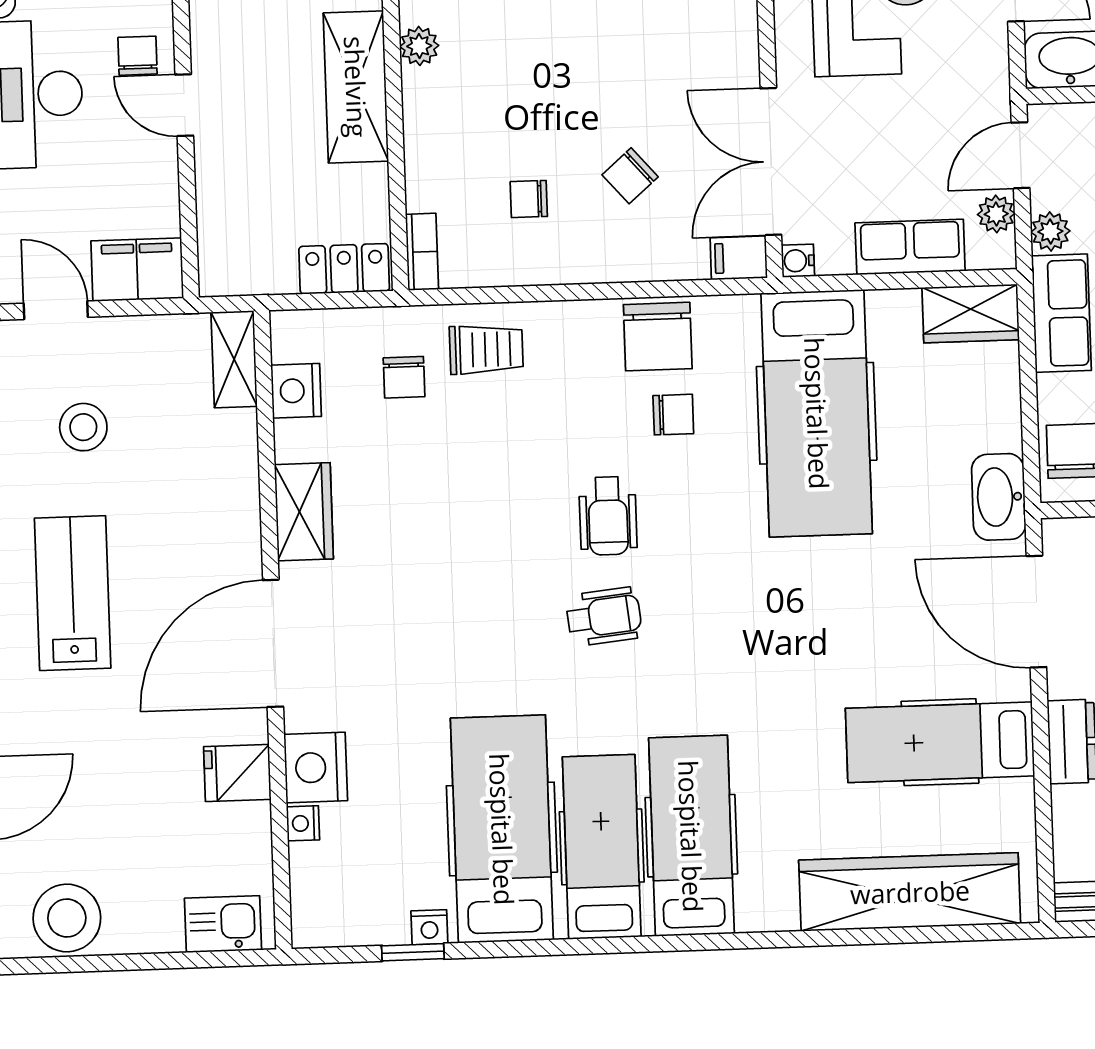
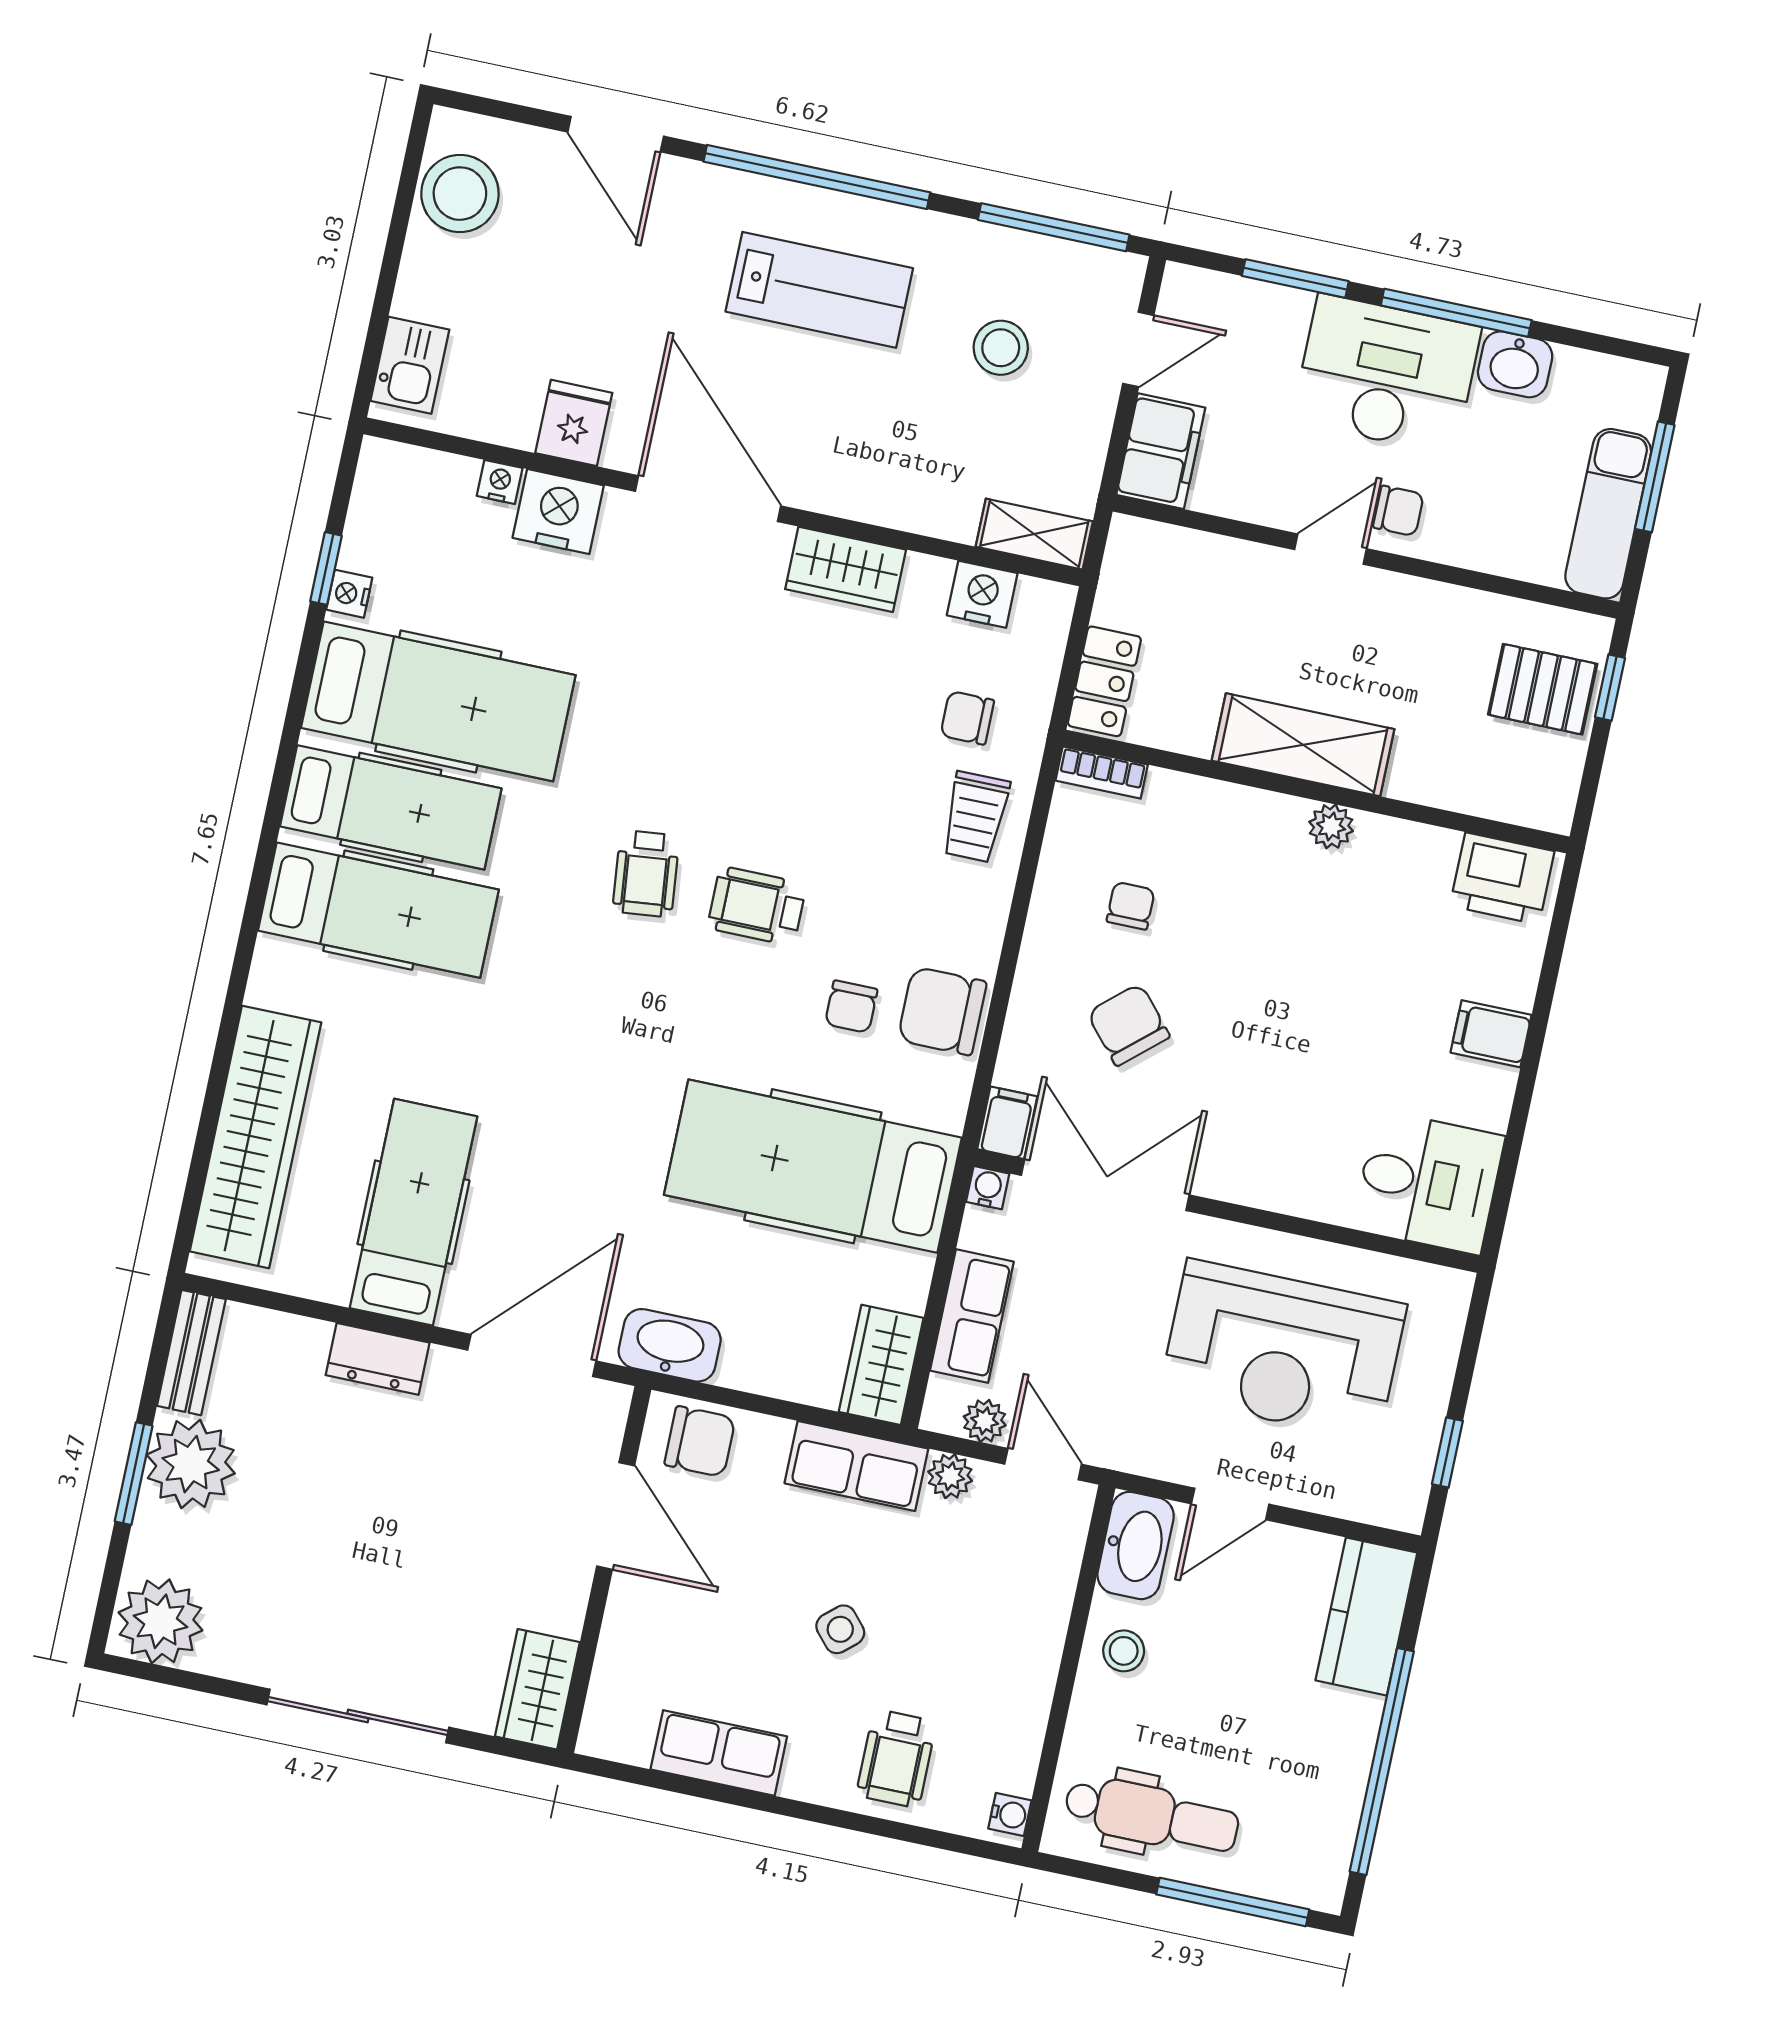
chair: (630, 176) -> (1128, 1025), width x1.37, depth x1.37

